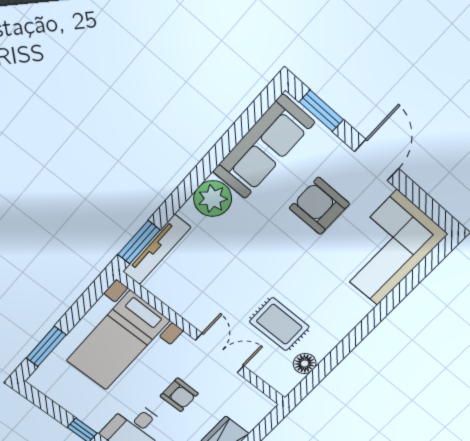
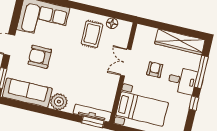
armchair: (319, 206) -> (40, 57), turned 90
rug: (279, 324) -> (92, 34), moved

